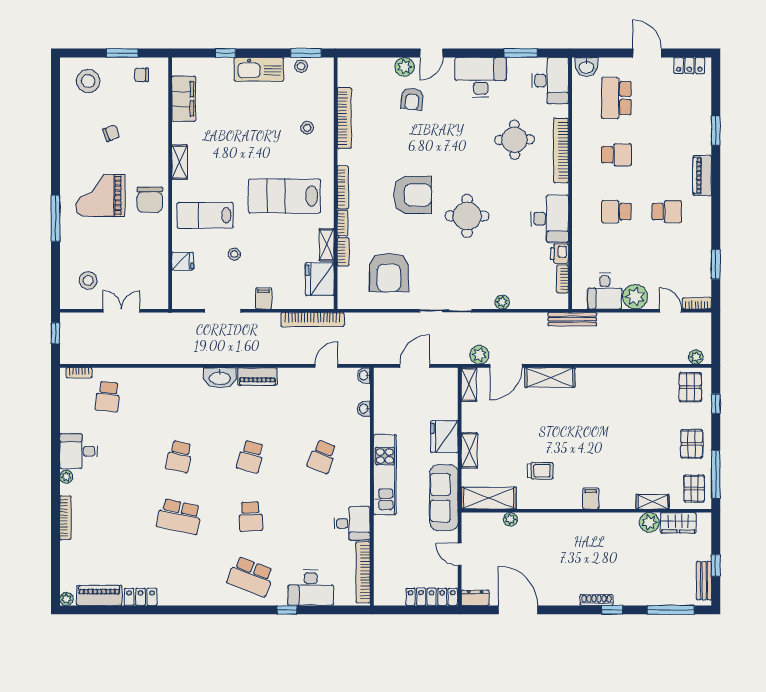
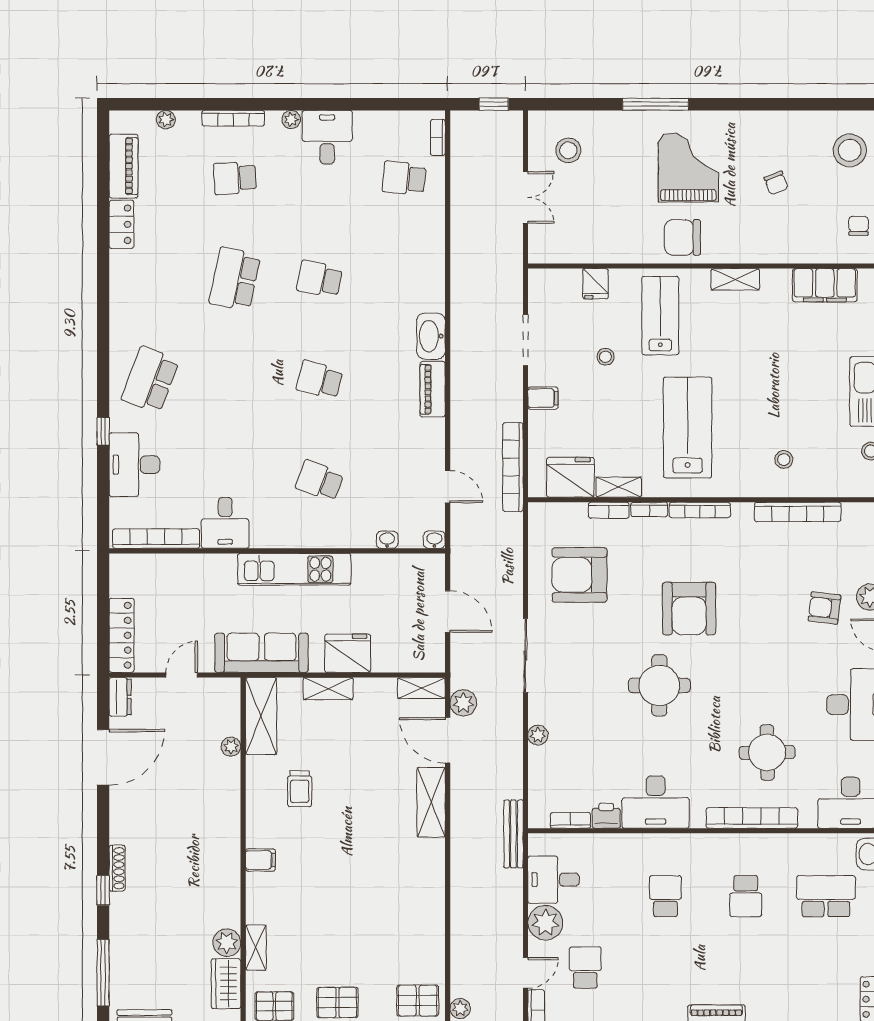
school desk: (667, 212) -> (585, 967), moved, turned 180
school desk: (251, 517) -> (235, 178), moved
plant: (66, 599) -> (166, 120), moved

